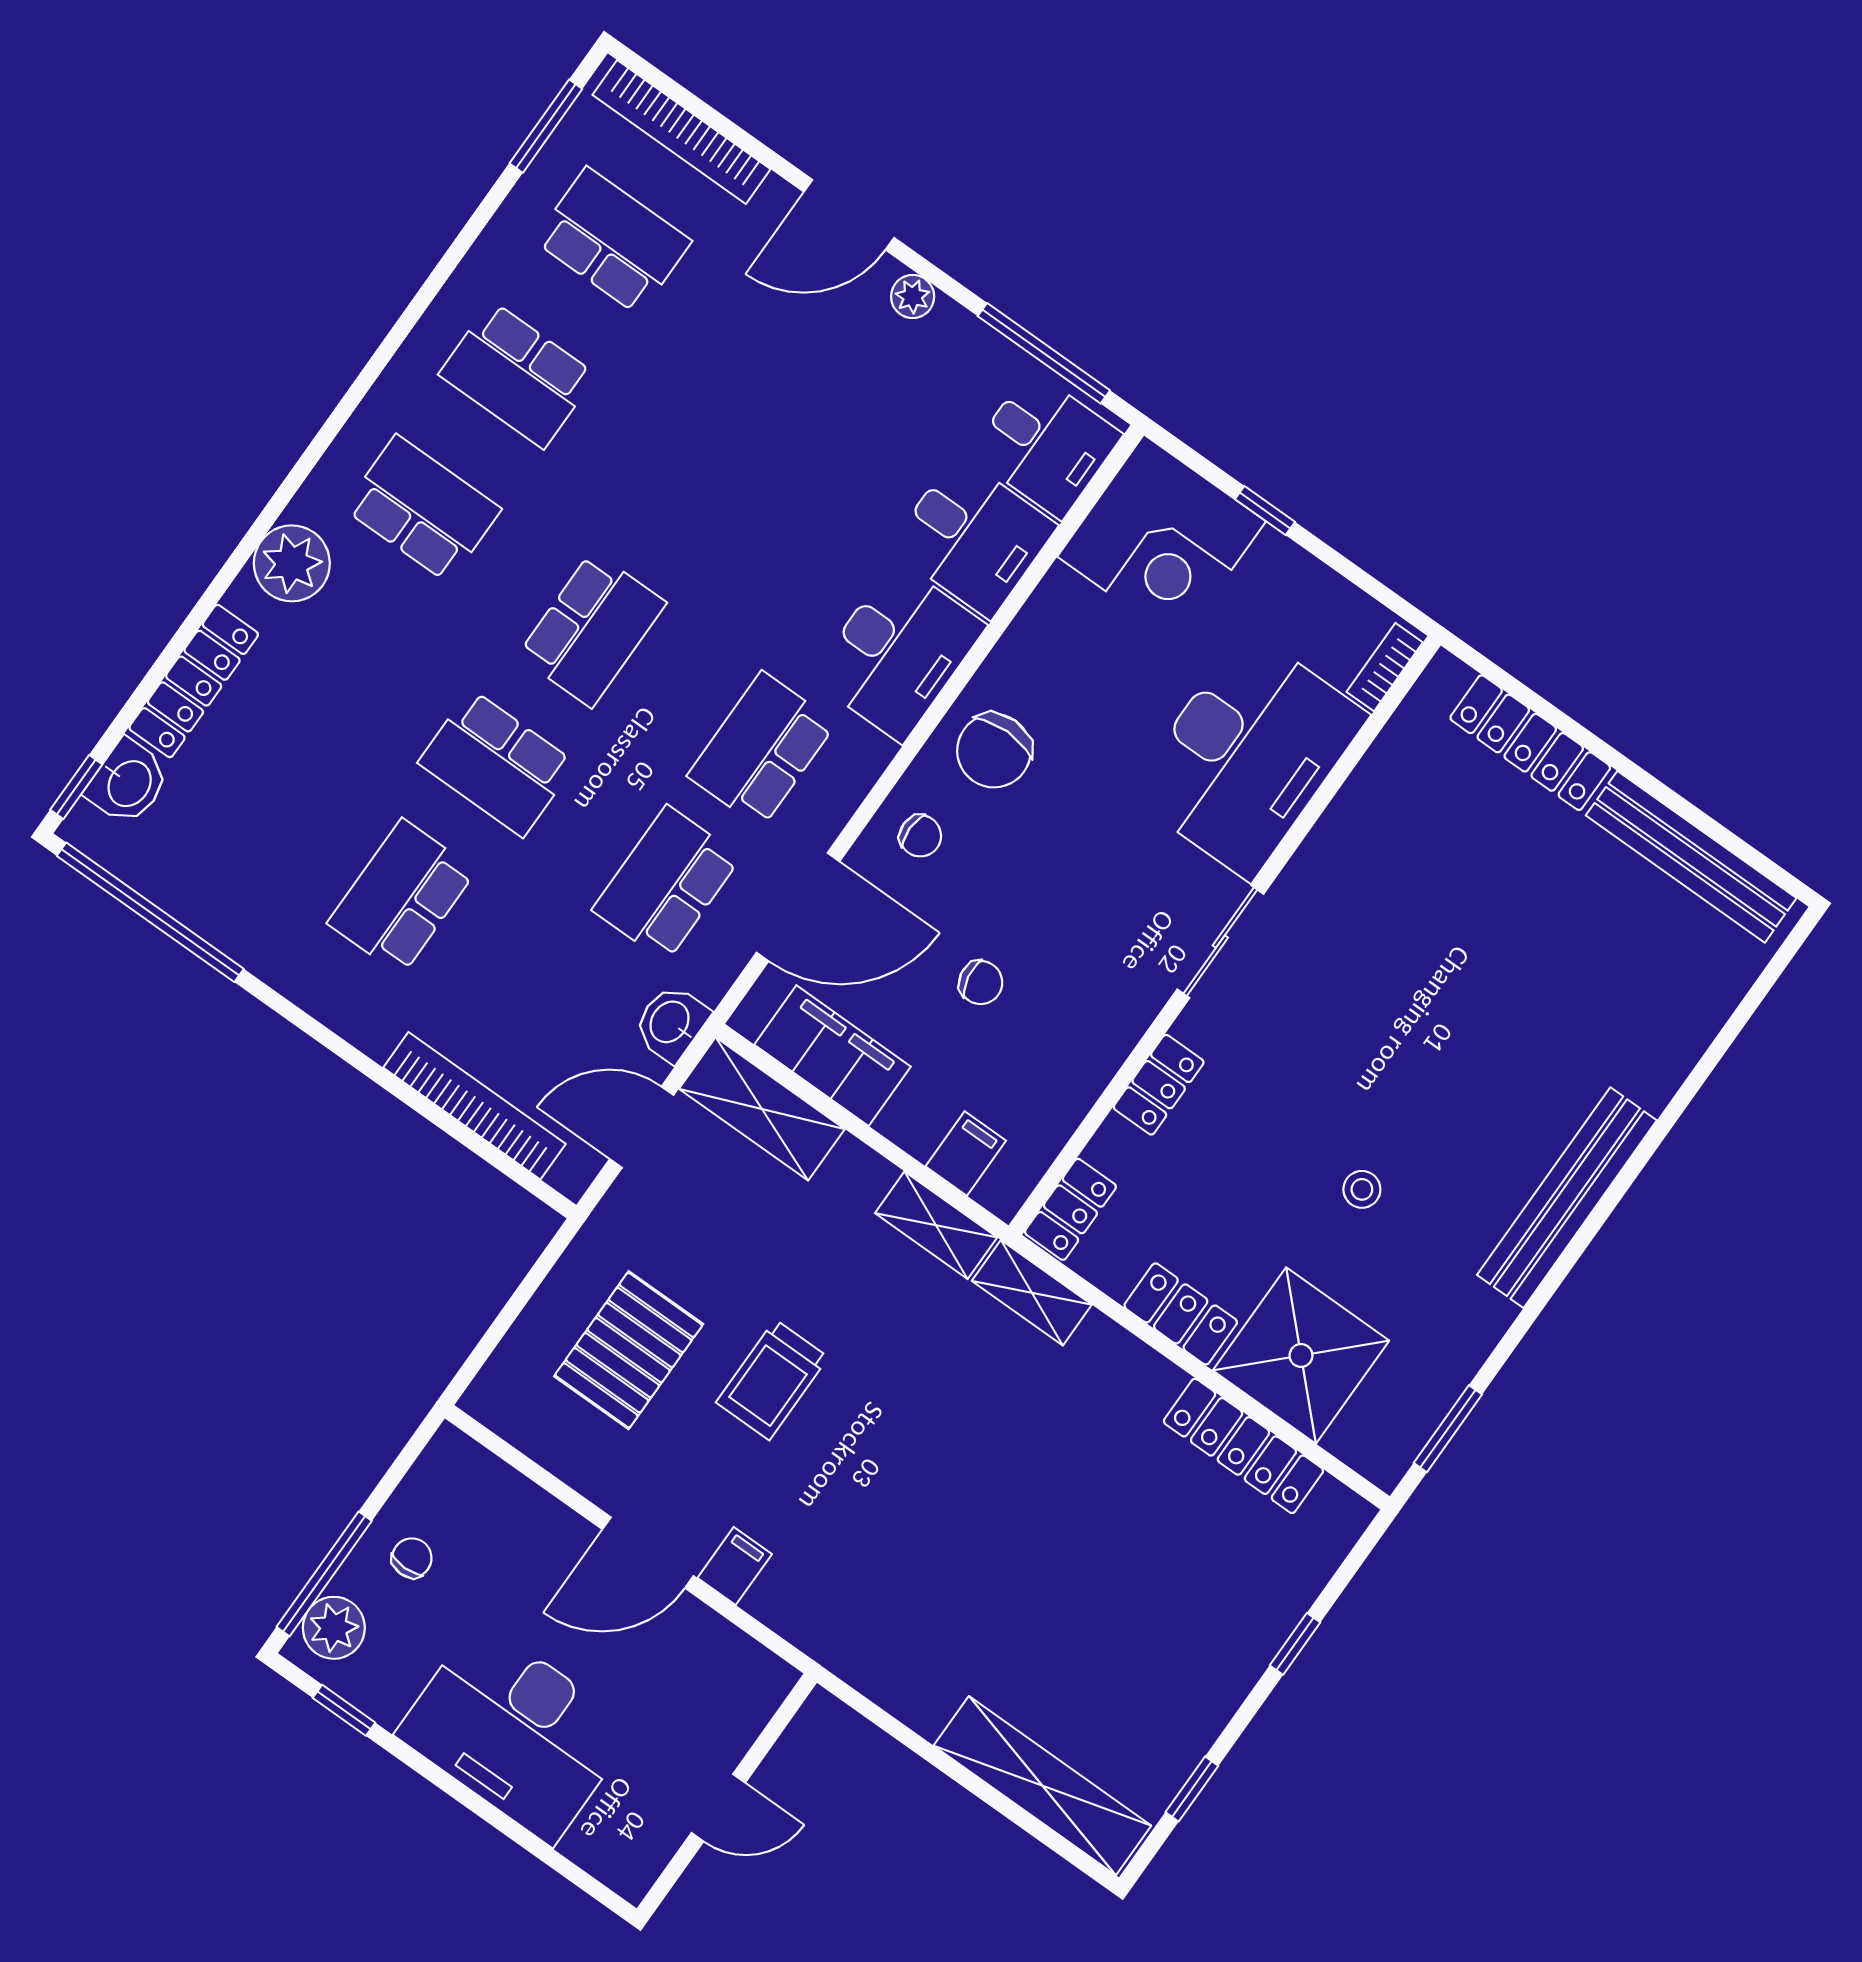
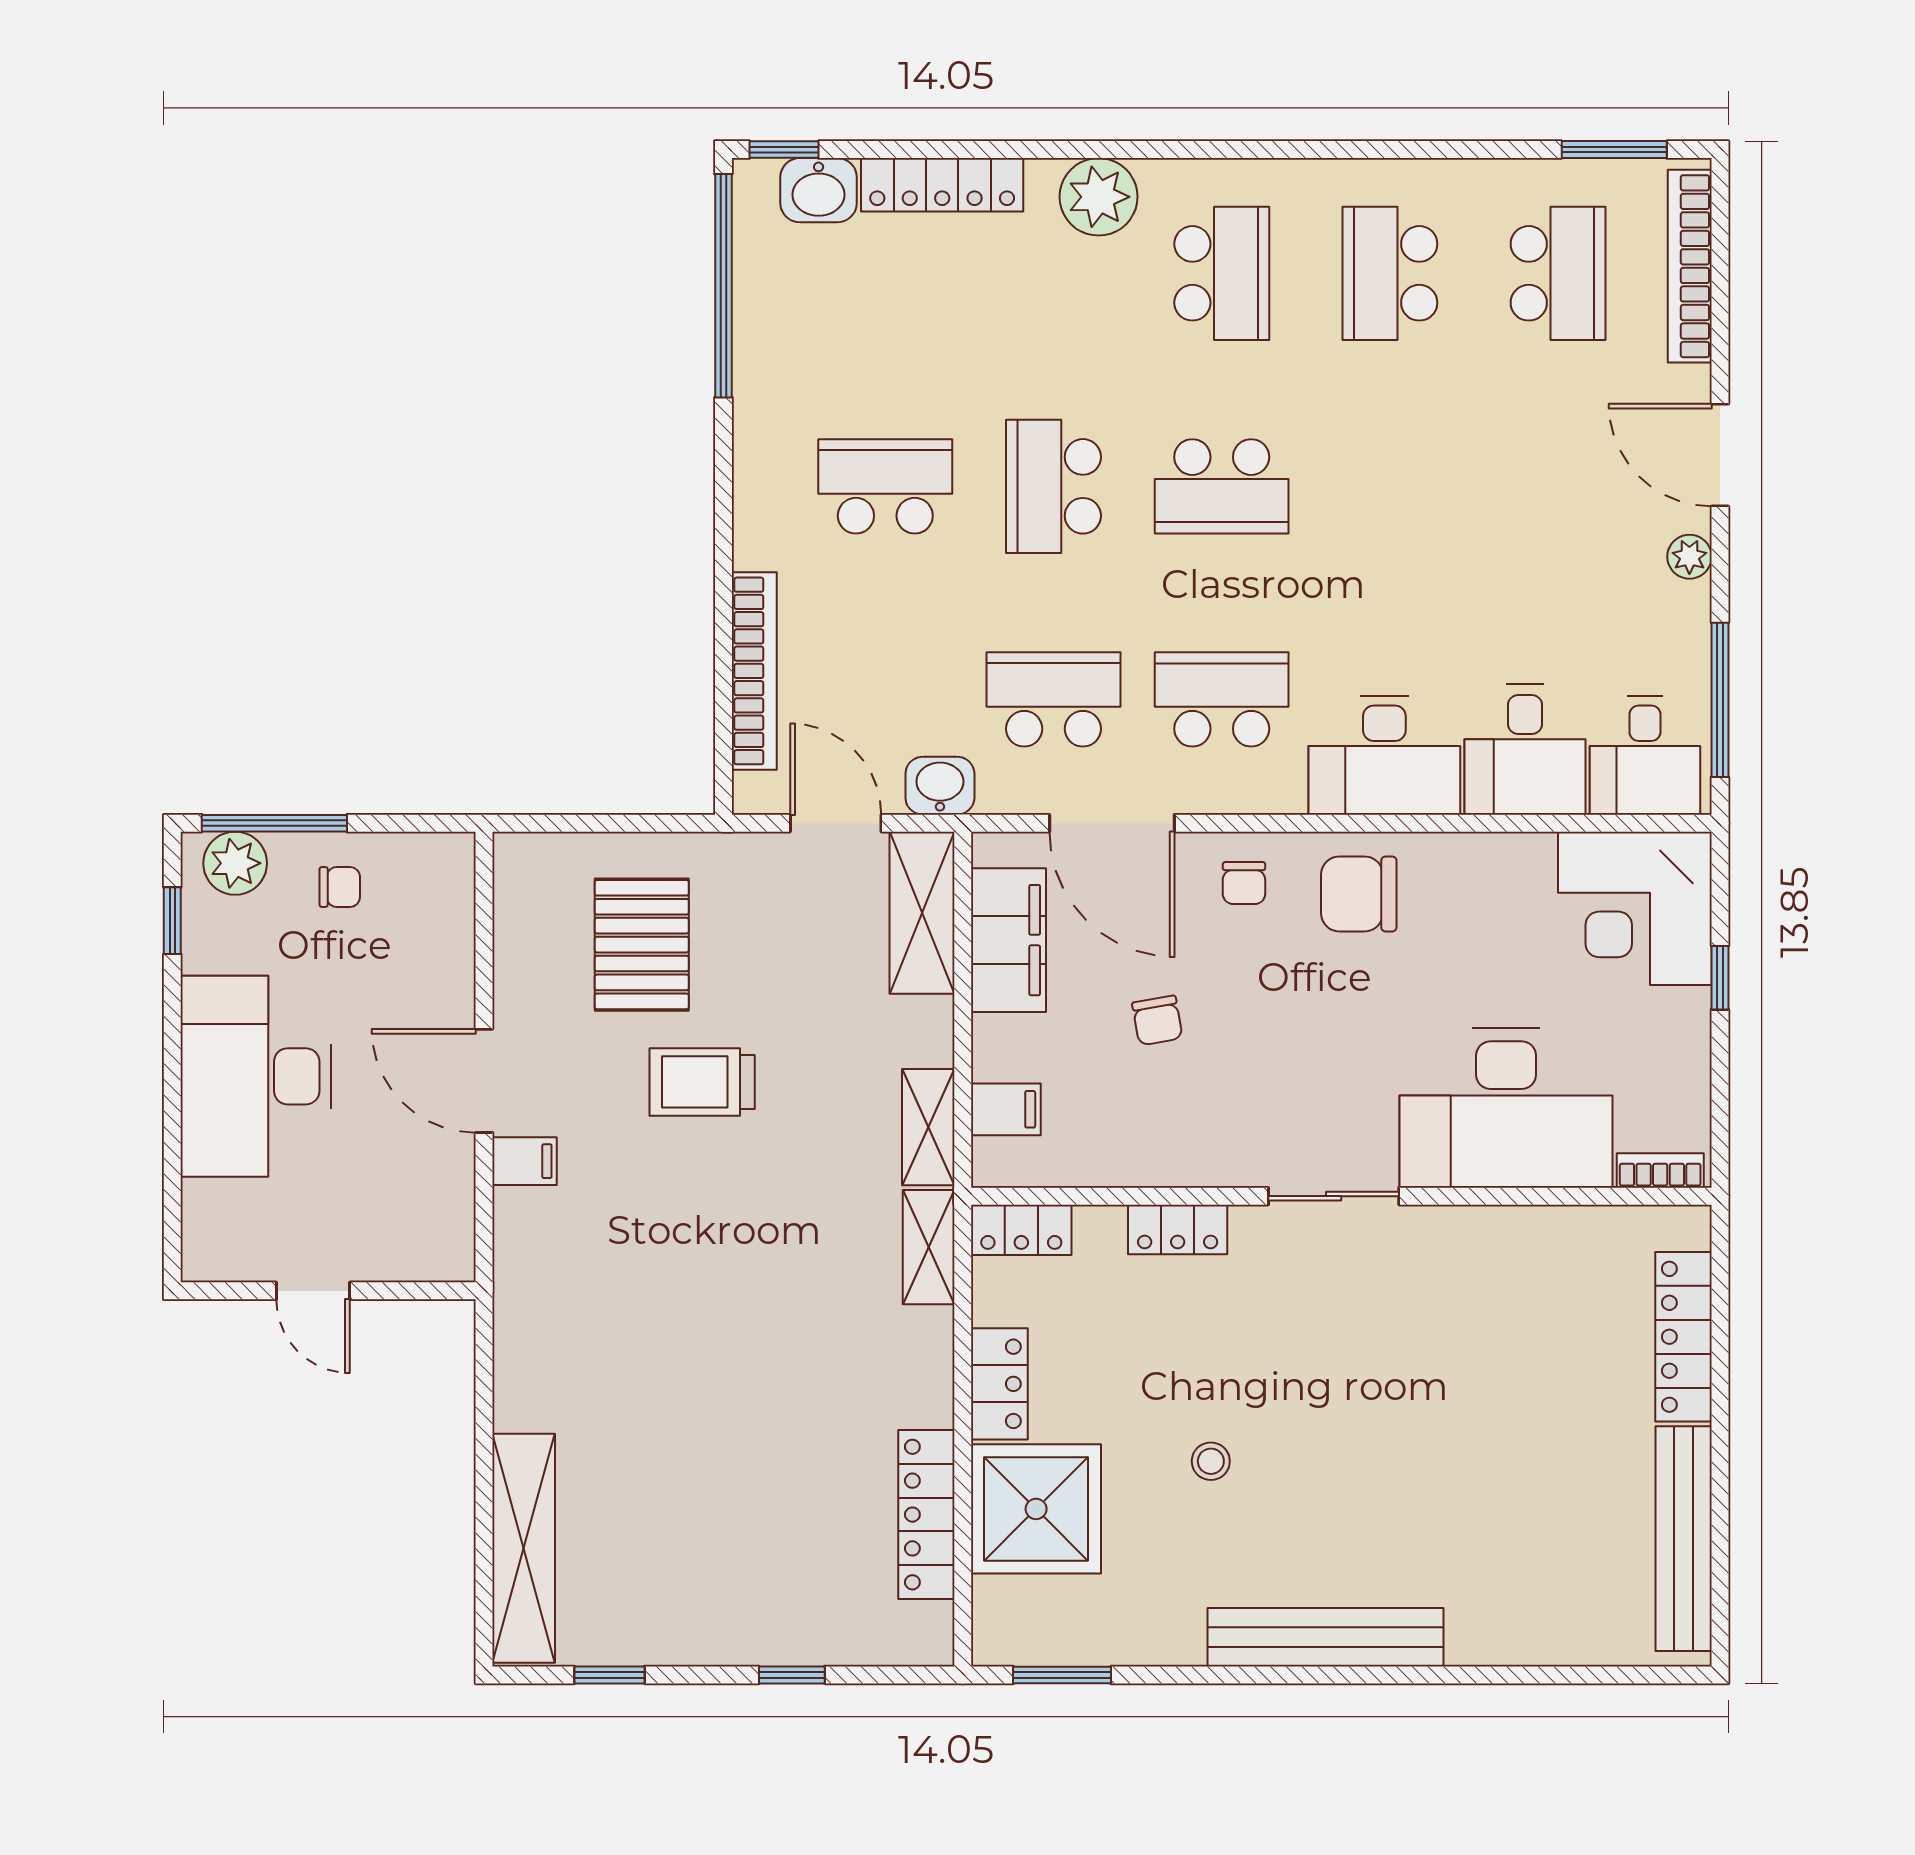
pallet: (629, 1350) -> (642, 945), turned 90

